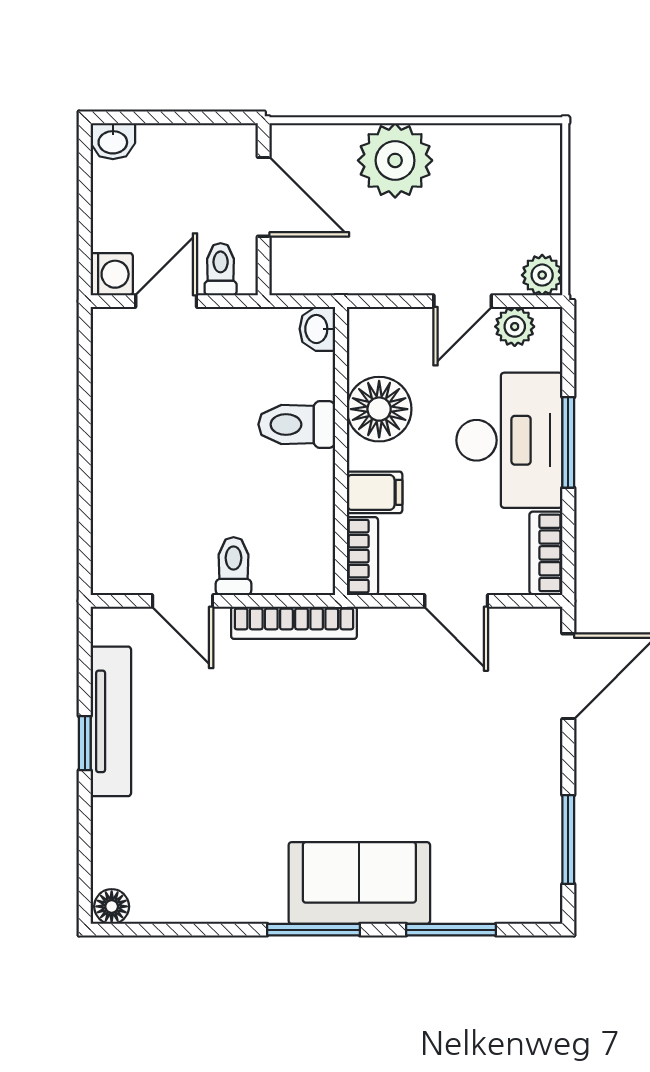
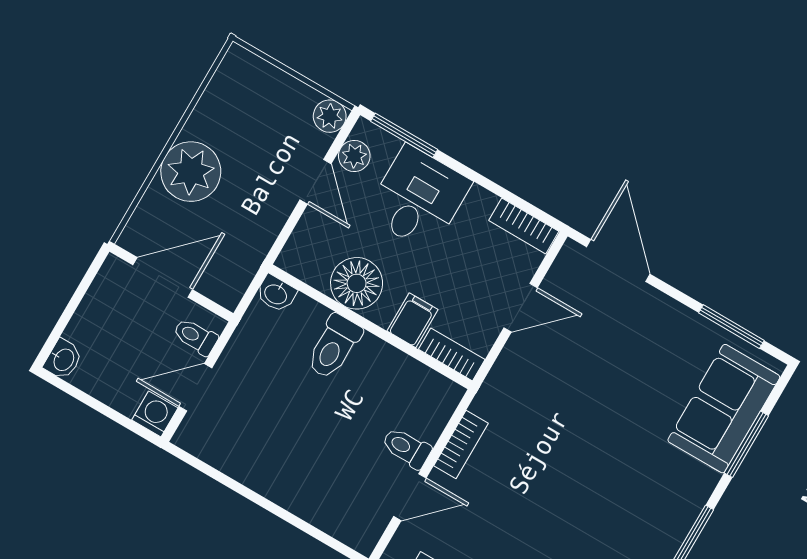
door: (166, 301) -> (196, 387), hinge flipped
desk: (509, 440) -> (418, 198), width x0.73
window: (568, 442) -> (404, 135), moved
bookcase: (294, 623) -> (461, 445), width x0.64
sofa: (359, 883) -> (724, 409), moved

